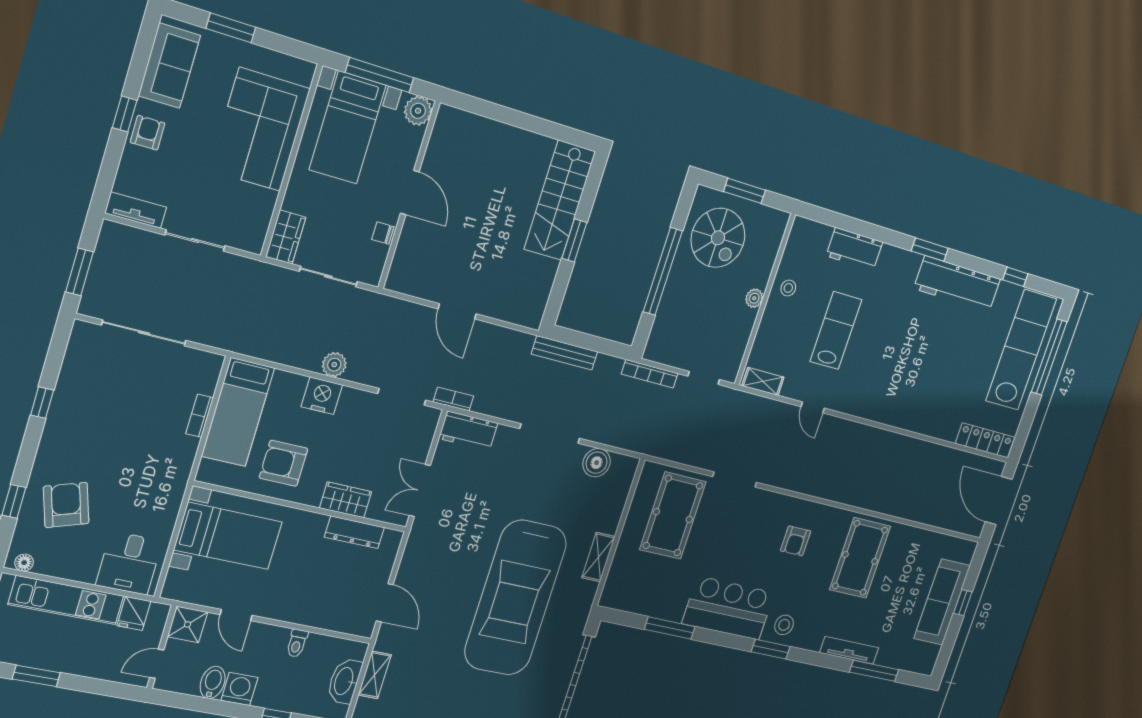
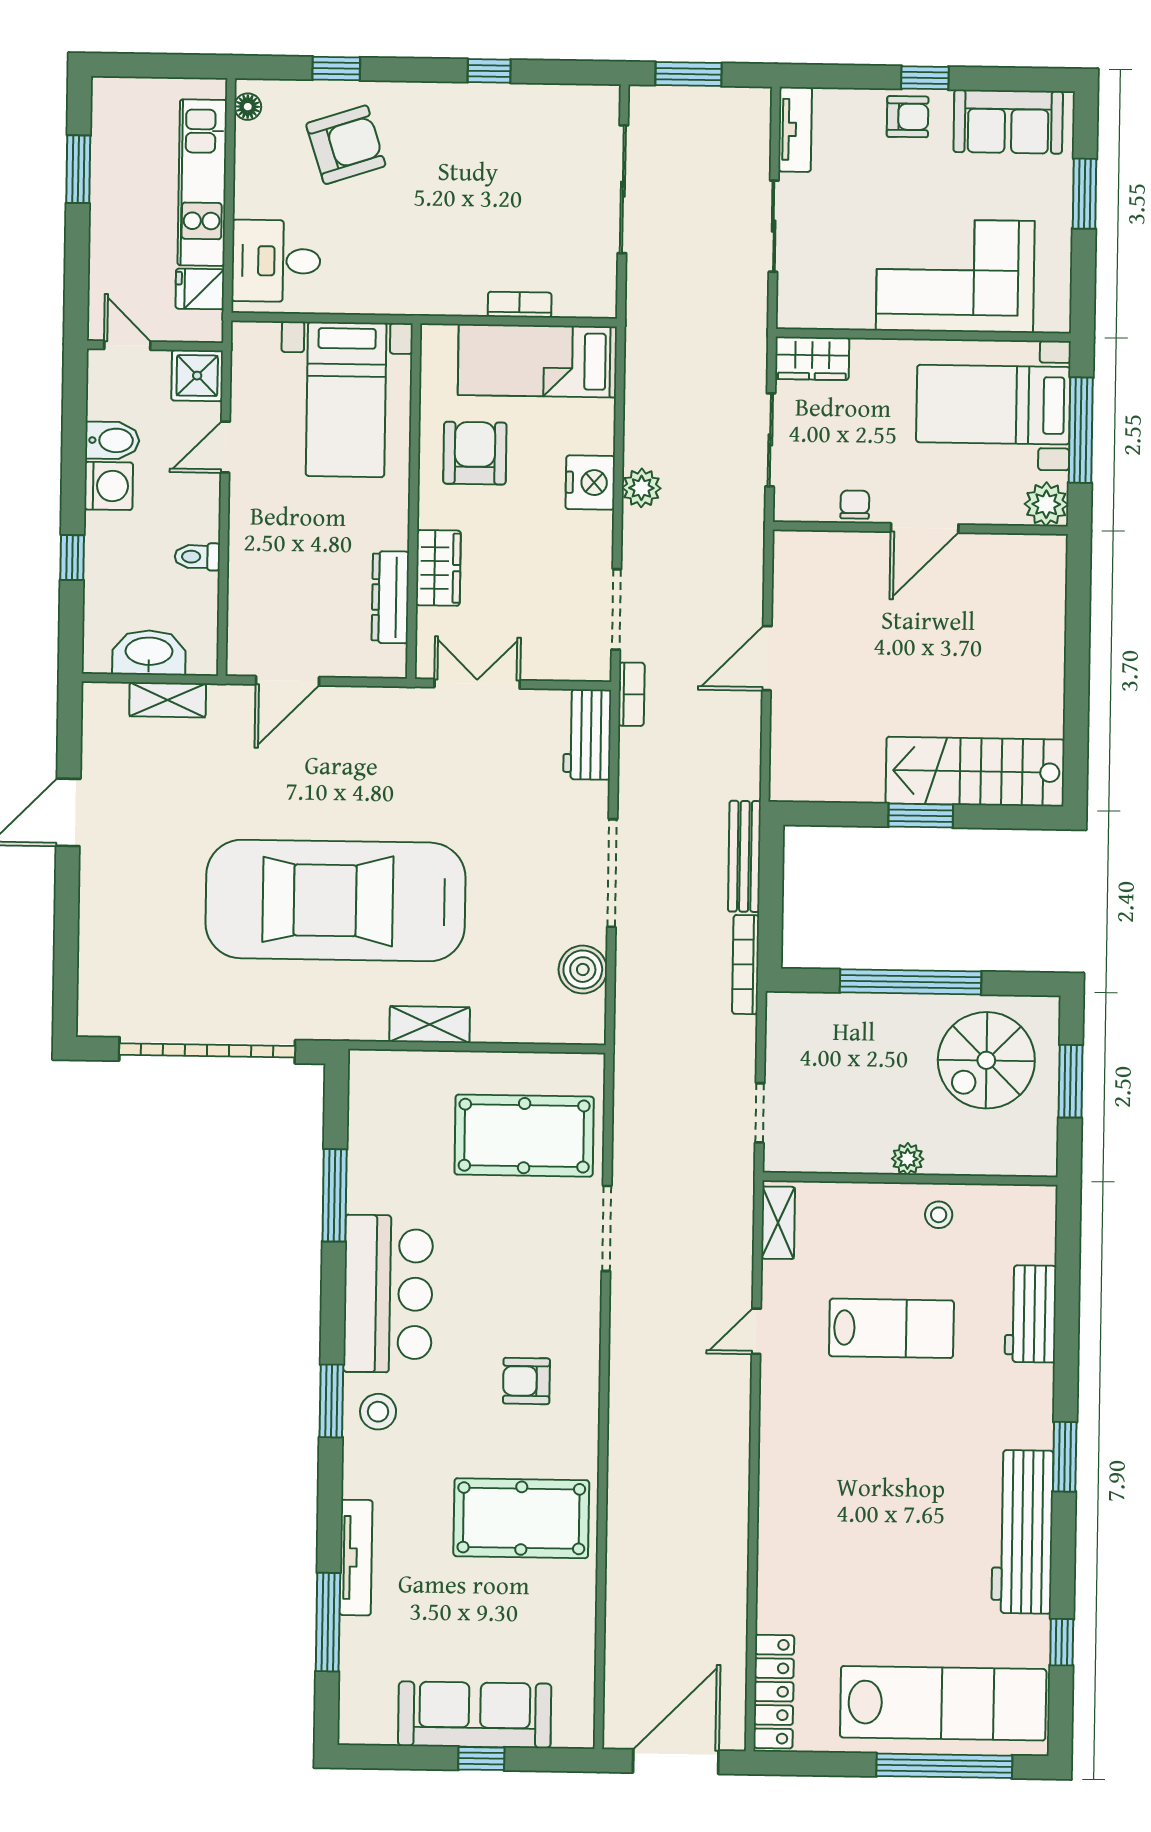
bookcase: (650, 374) -> (746, 965), moved

